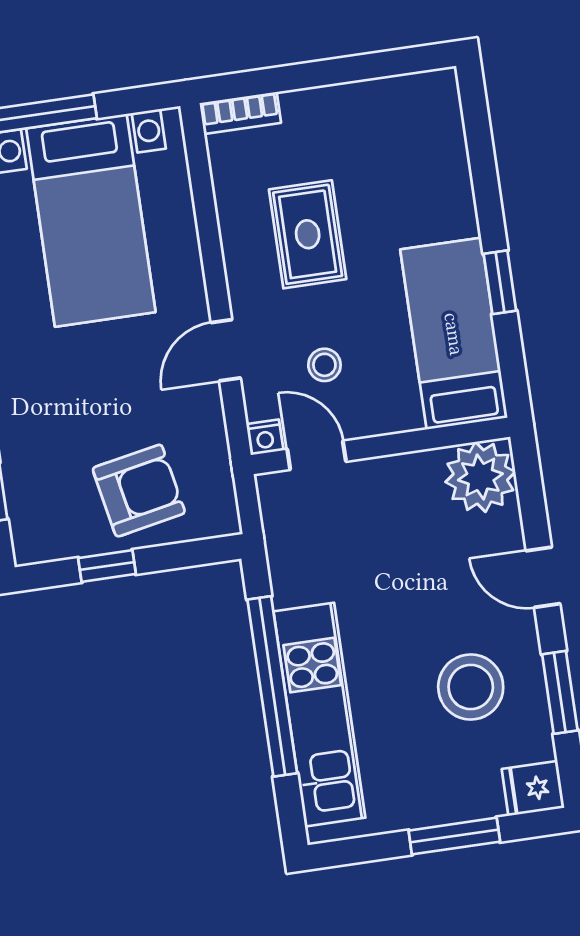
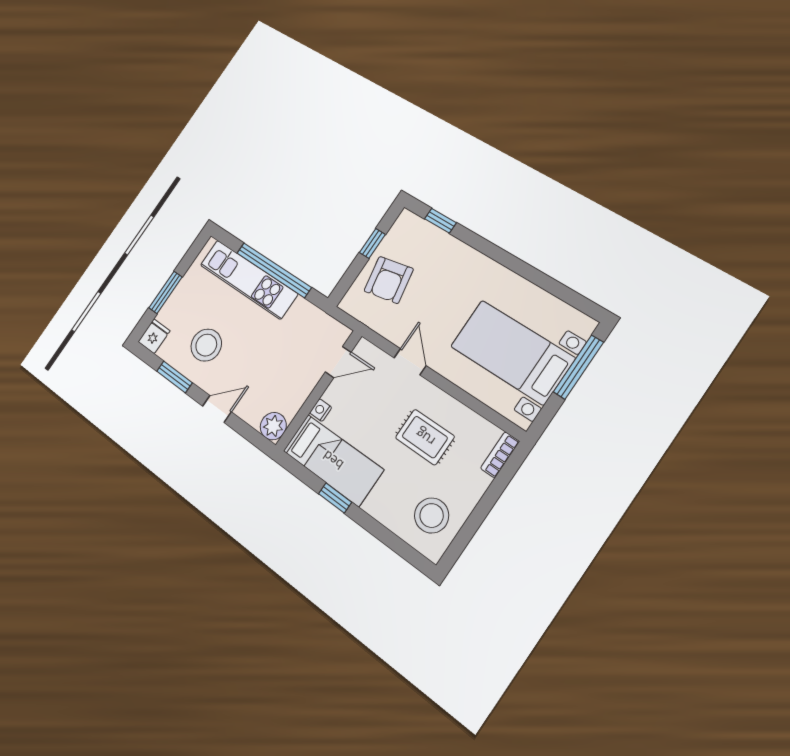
stool: (324, 365) -> (432, 516), moved, width x1.89, depth x1.89
nightstand: (265, 437) -> (321, 410), moved
plant: (480, 477) -> (273, 426), width x0.73, depth x0.73

